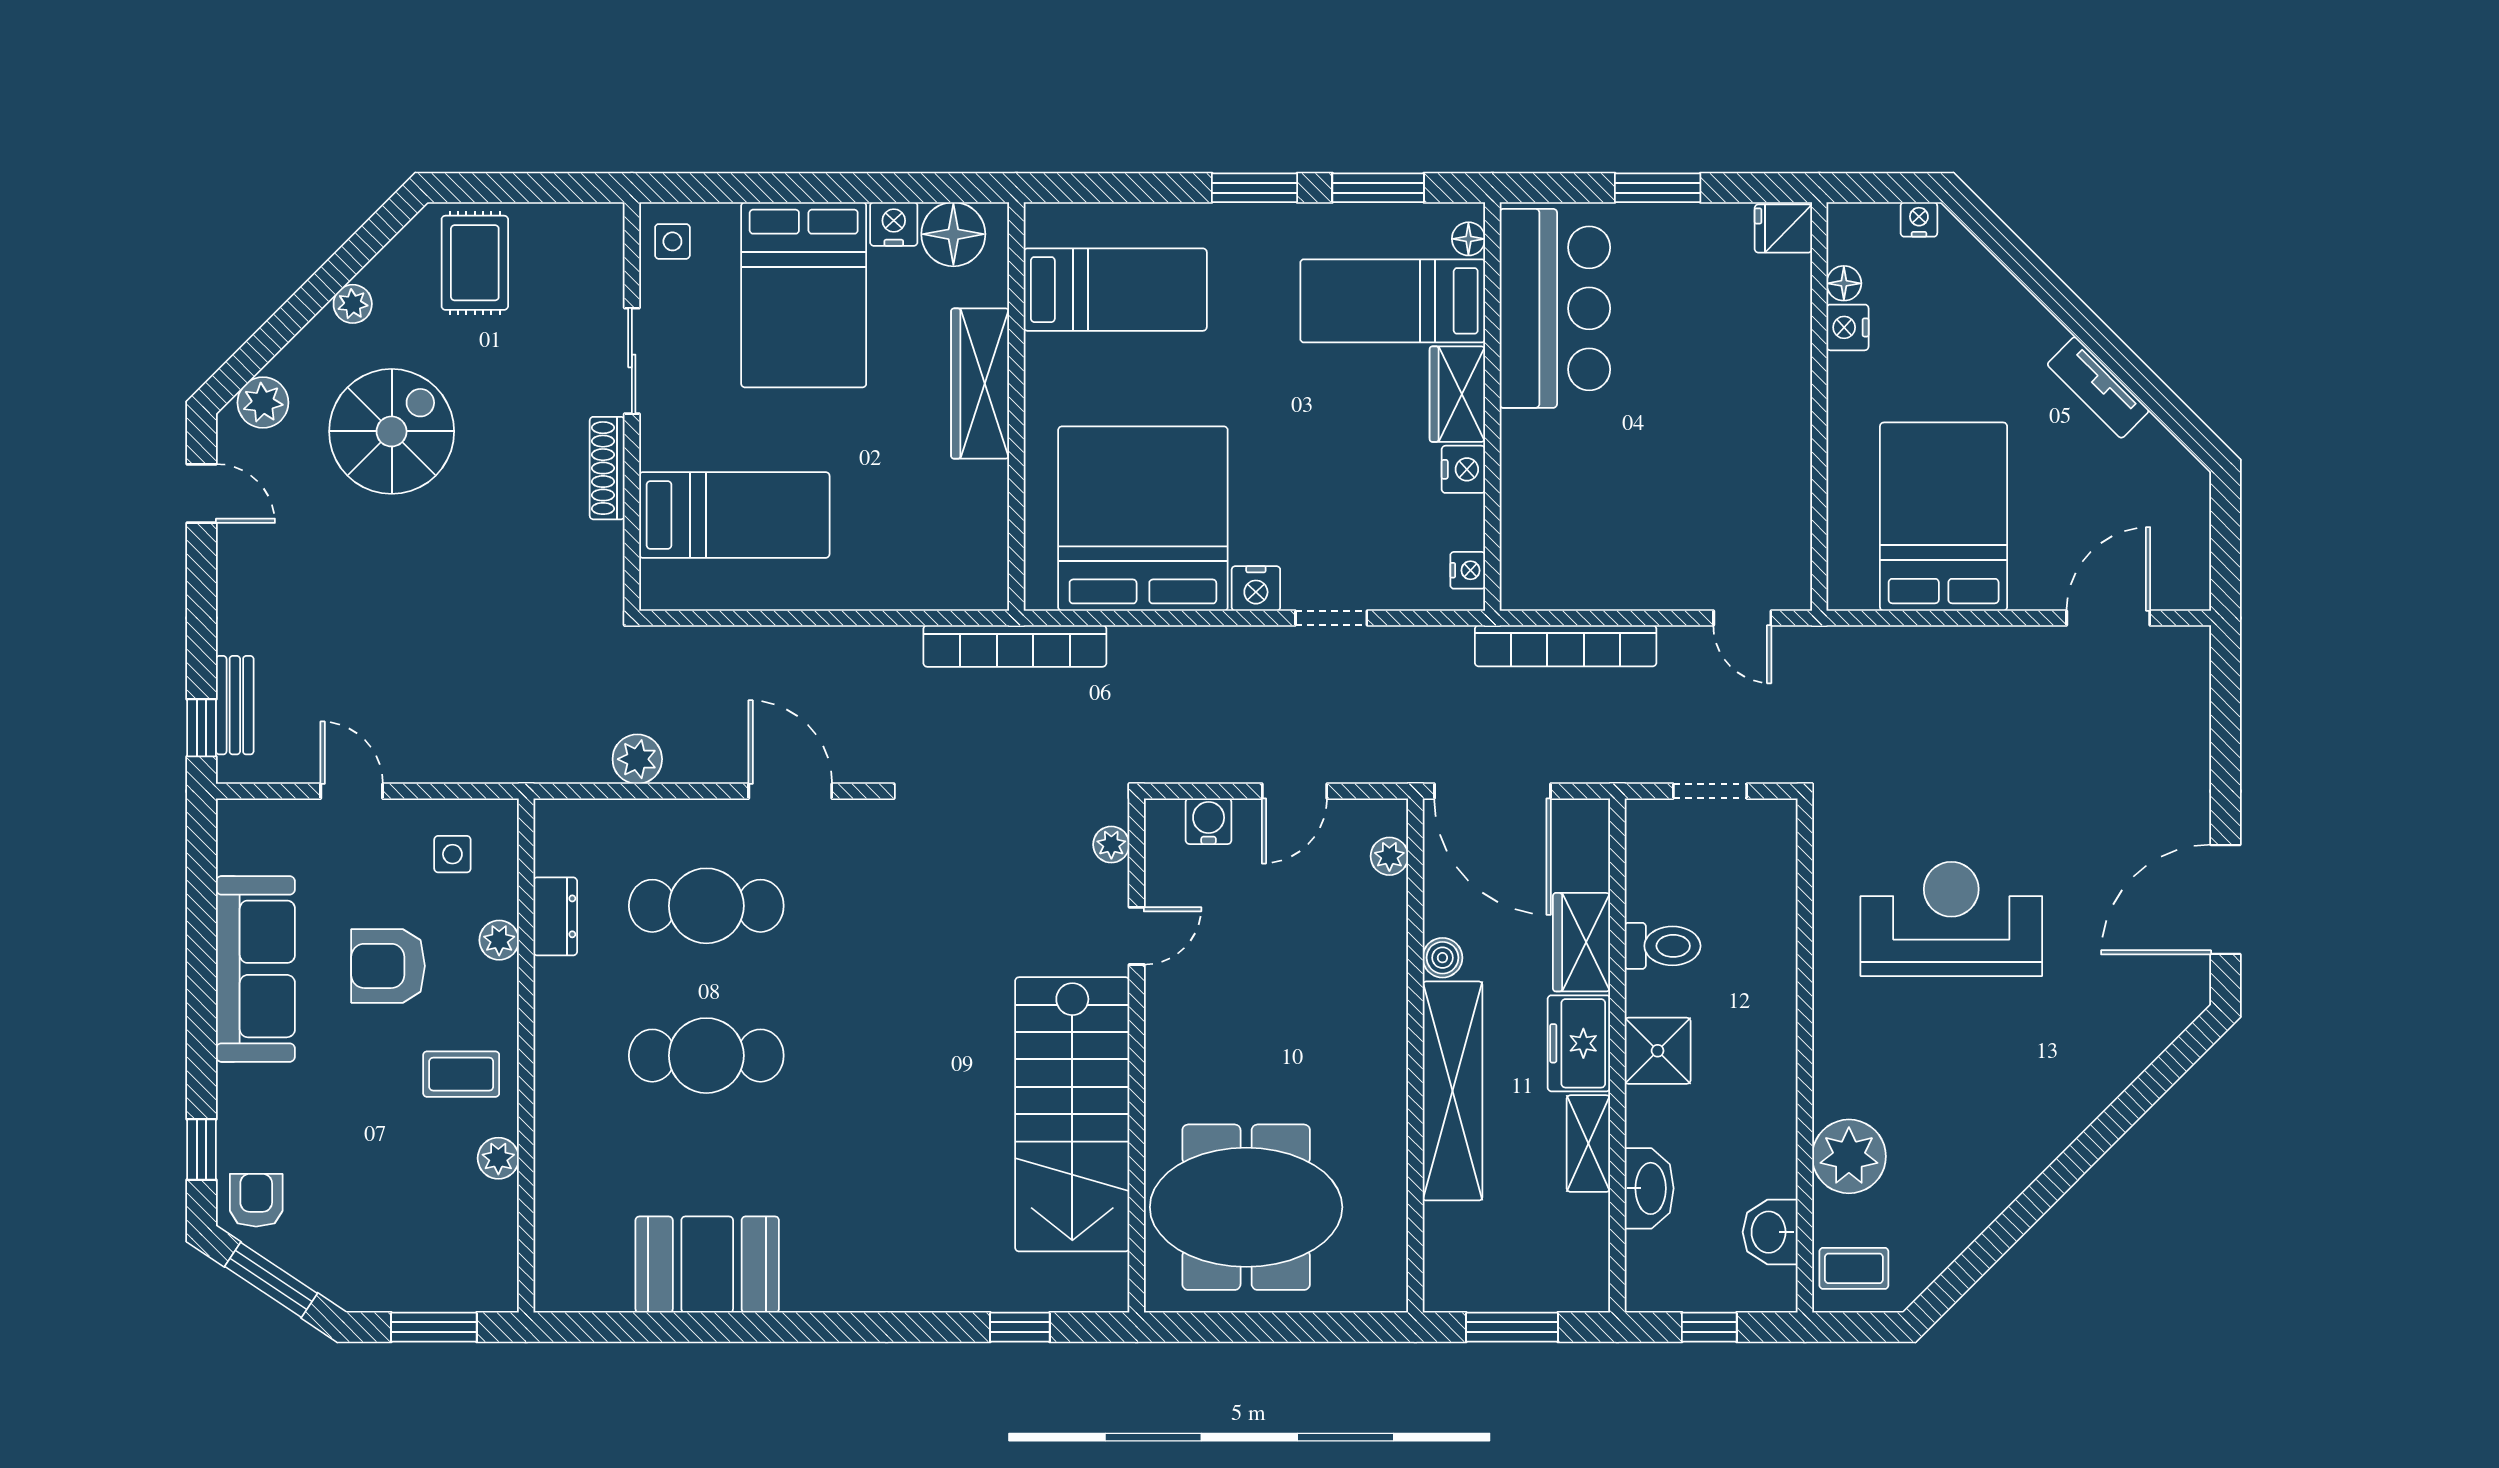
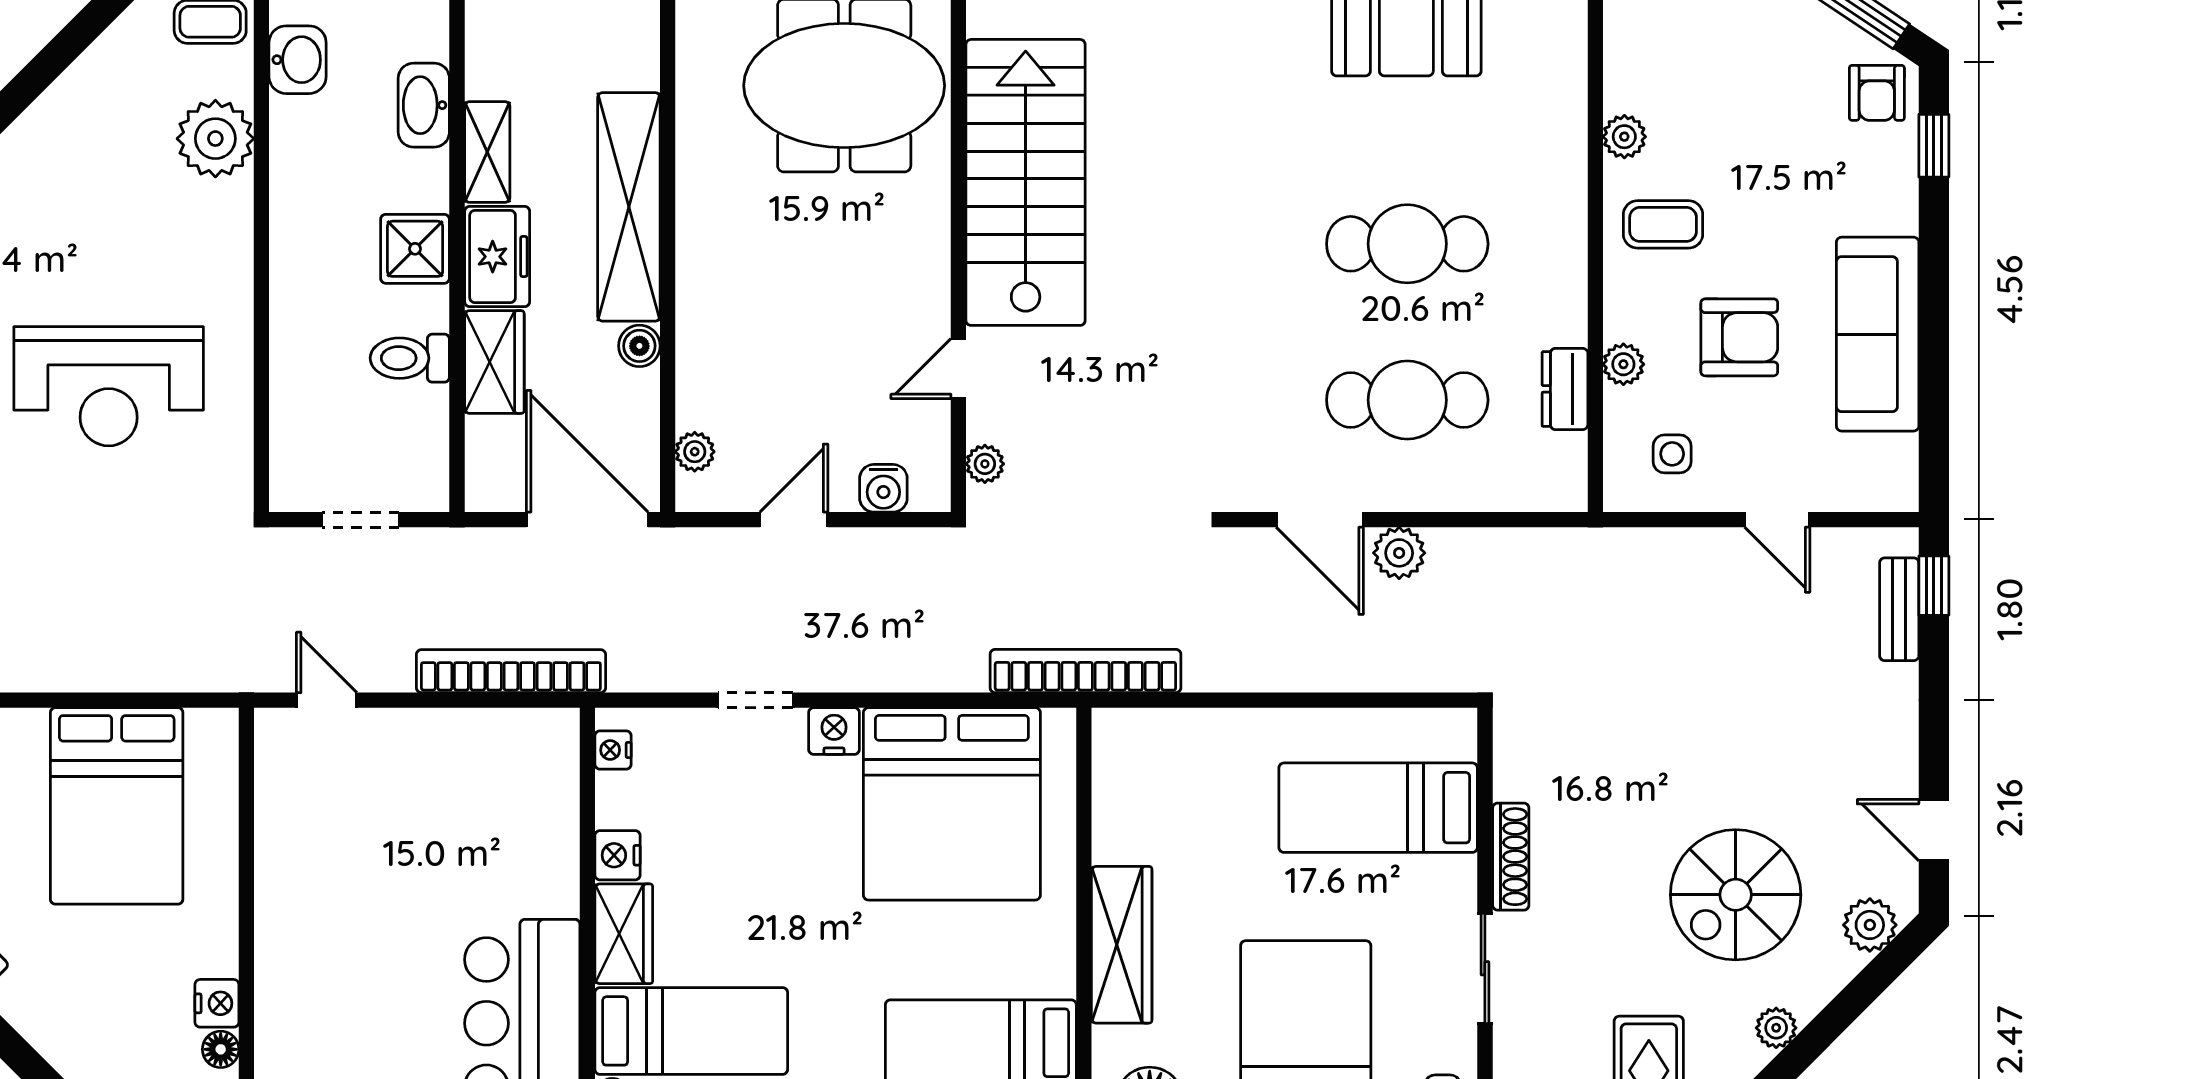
plant: (637, 759) -> (1399, 553), moved

